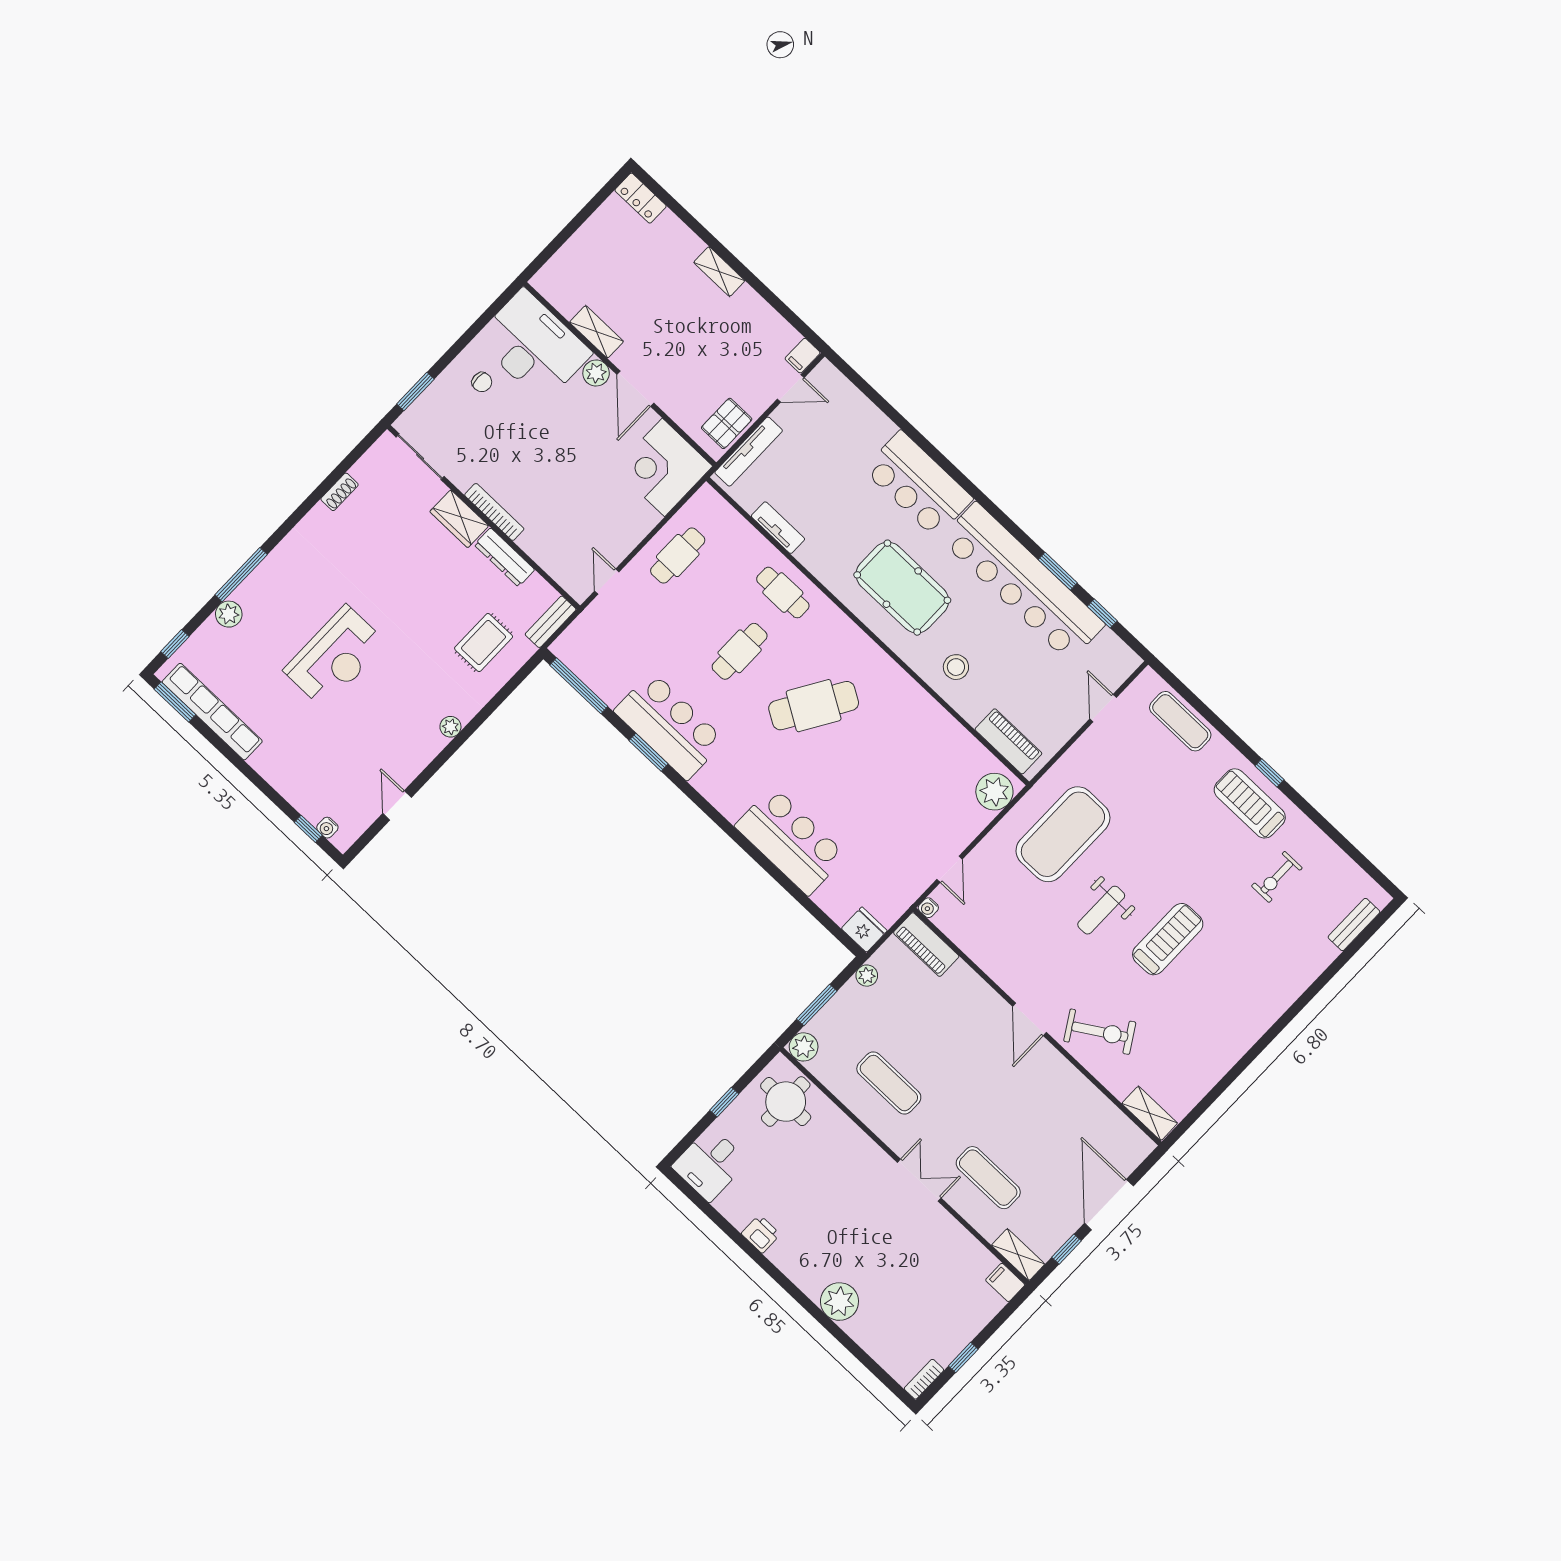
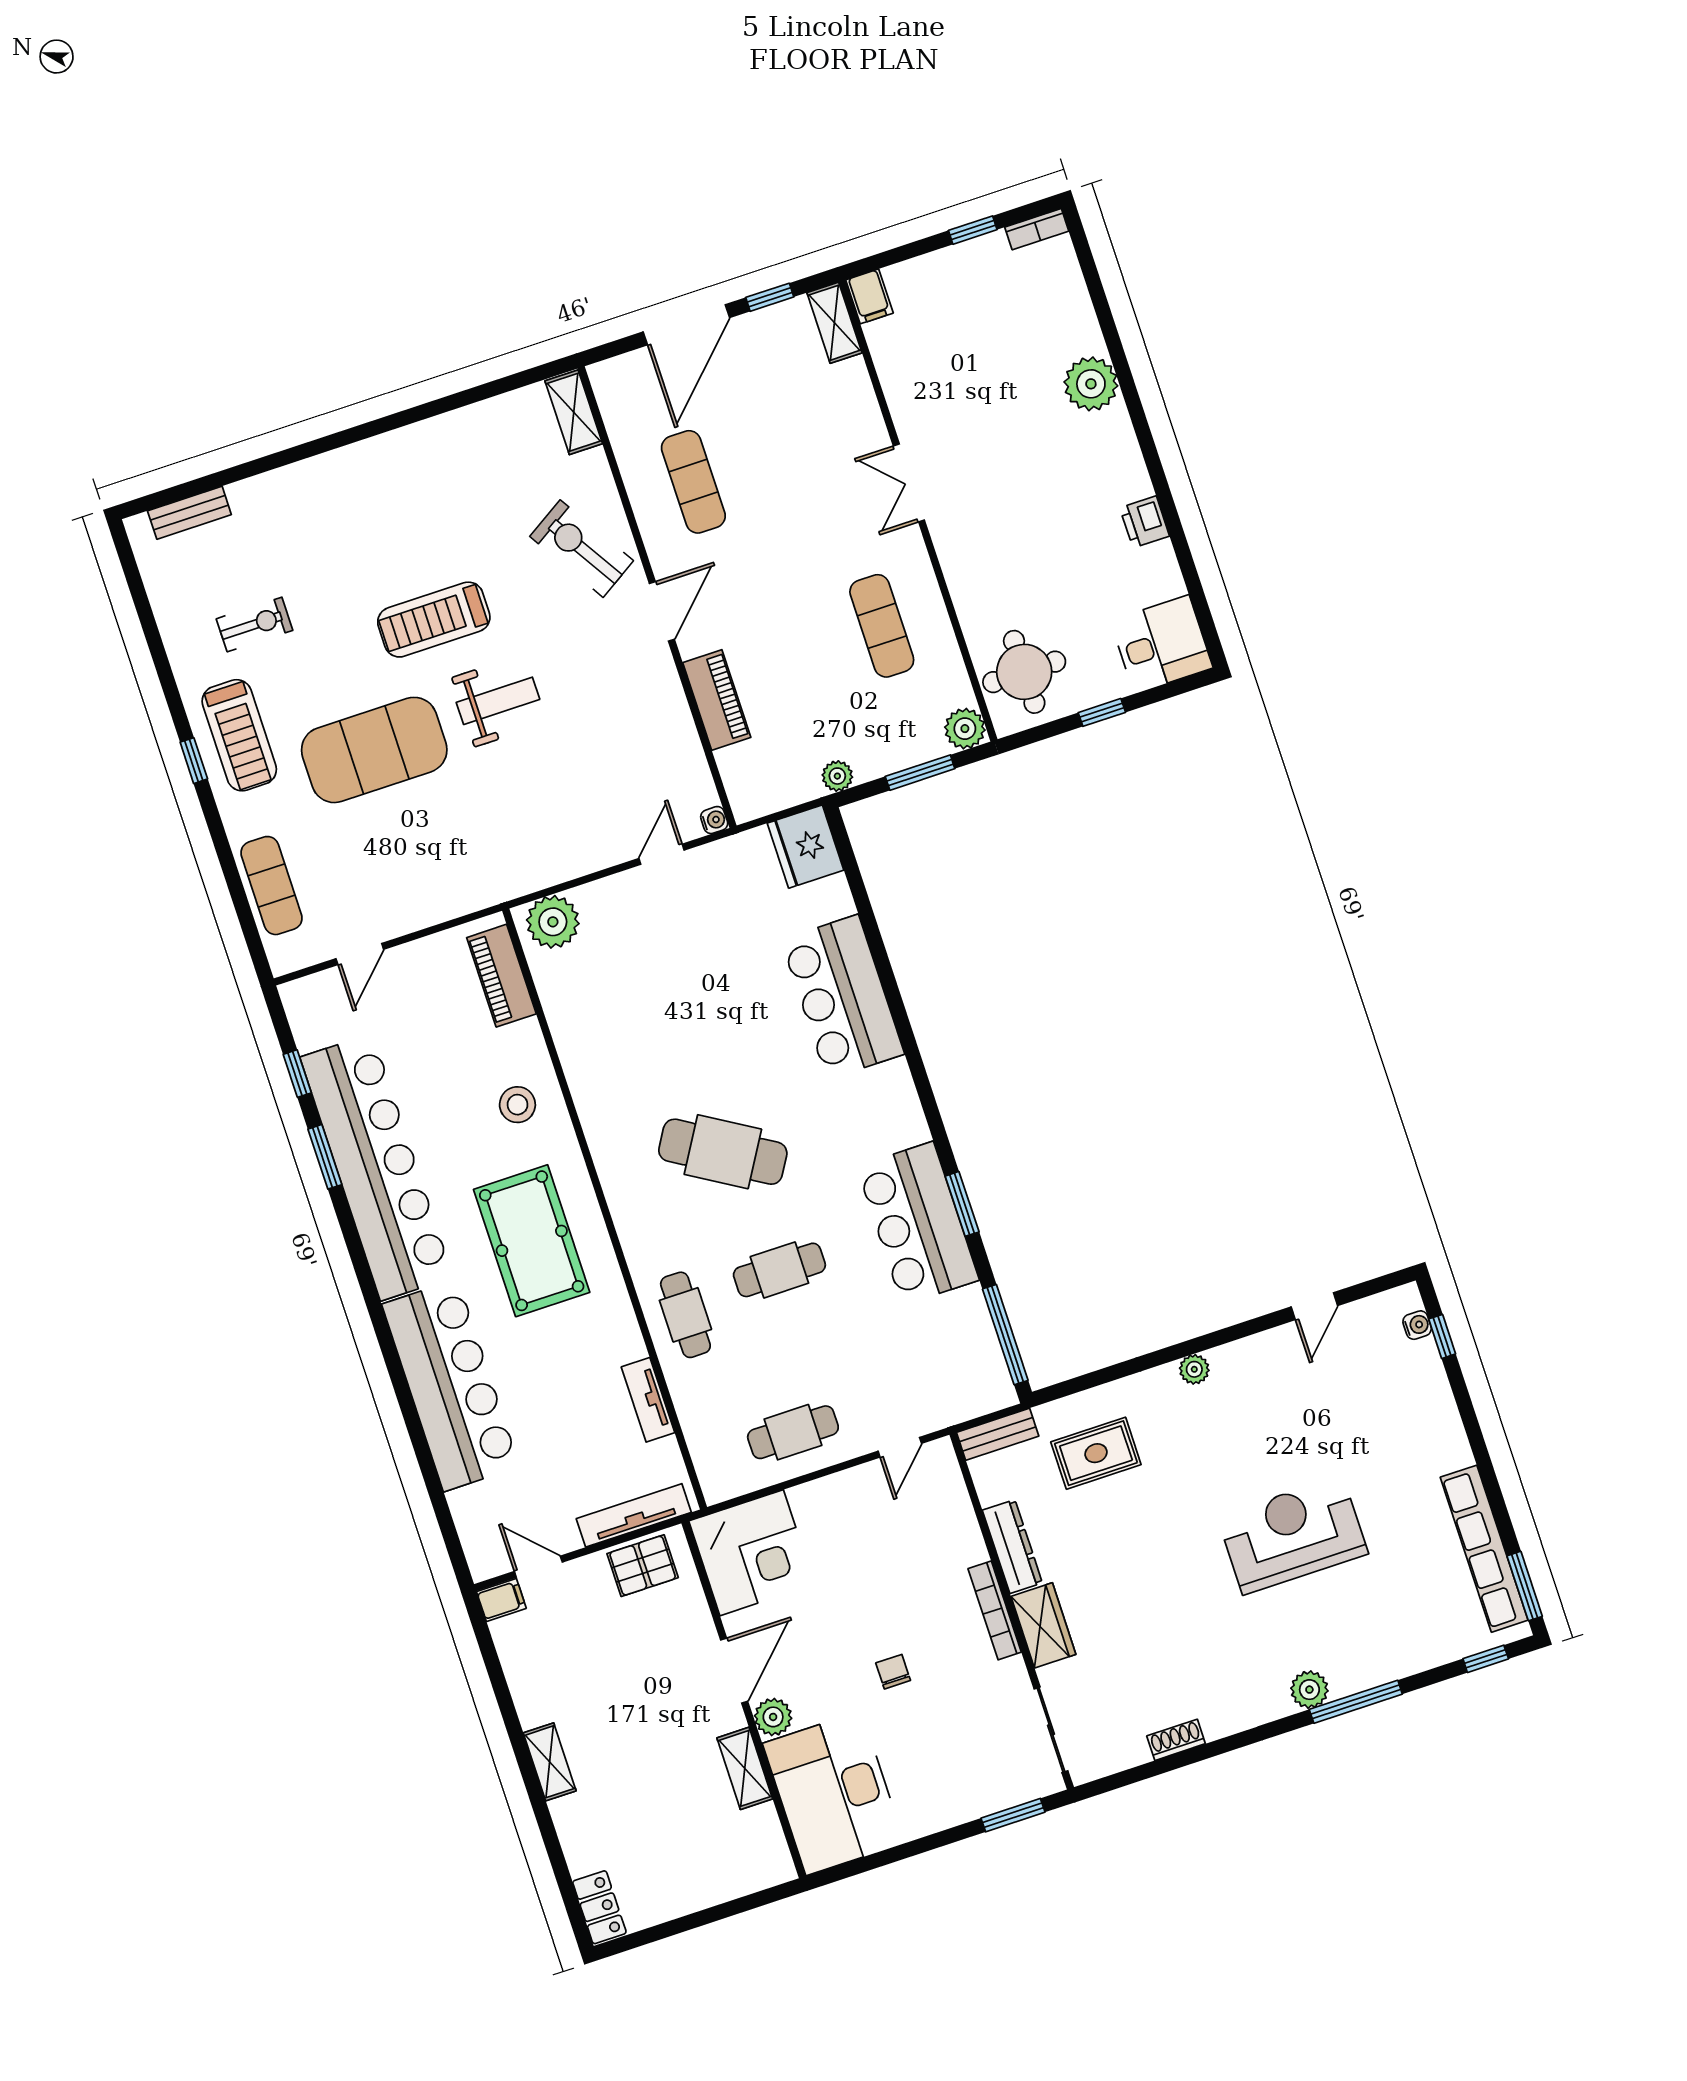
chair: (482, 382) -> (893, 1672), moved
bar counter: (918, 484) -> (451, 1385), width x1.36
plant: (229, 614) -> (1309, 1690), moved
exercise mat: (1063, 834) -> (374, 750), moved
fridge: (864, 930) -> (806, 847), width x1.36, depth x1.34
piano: (926, 945) -> (717, 700), moved
exercise mat: (988, 1178) -> (693, 482), moved

